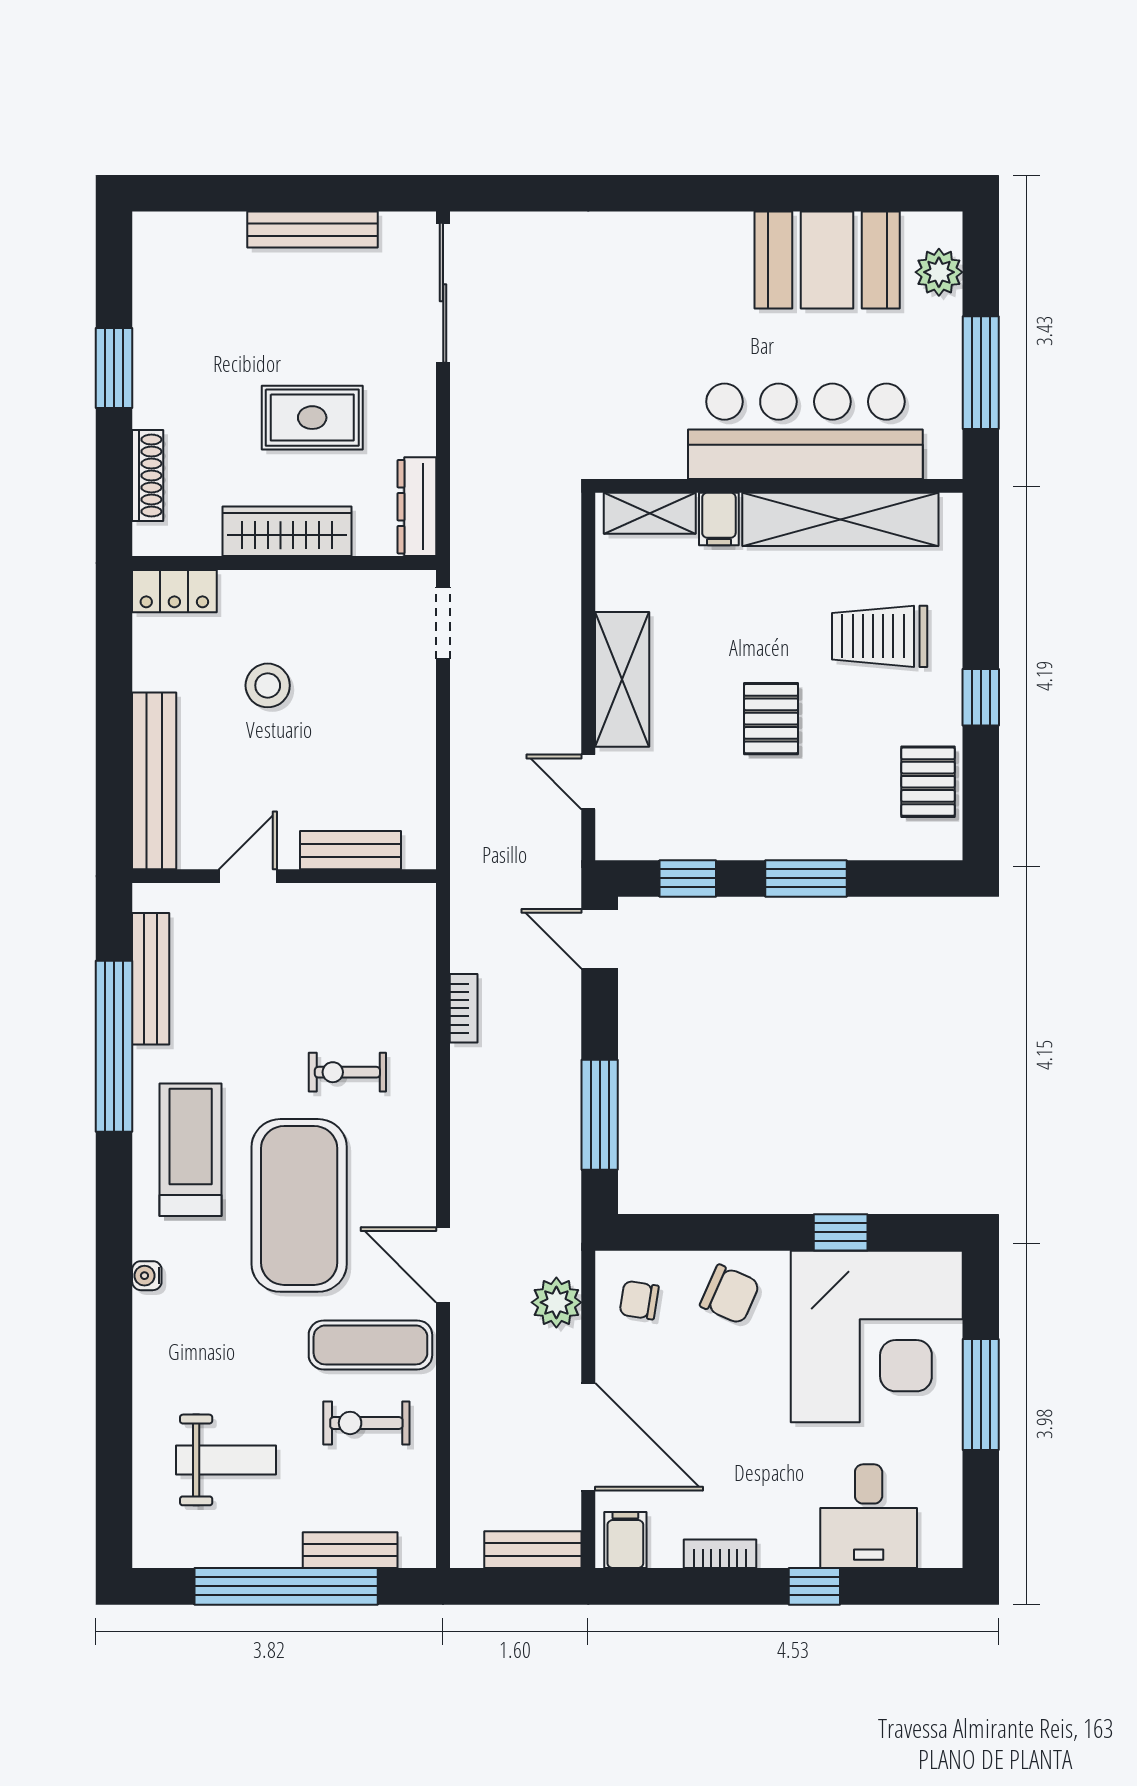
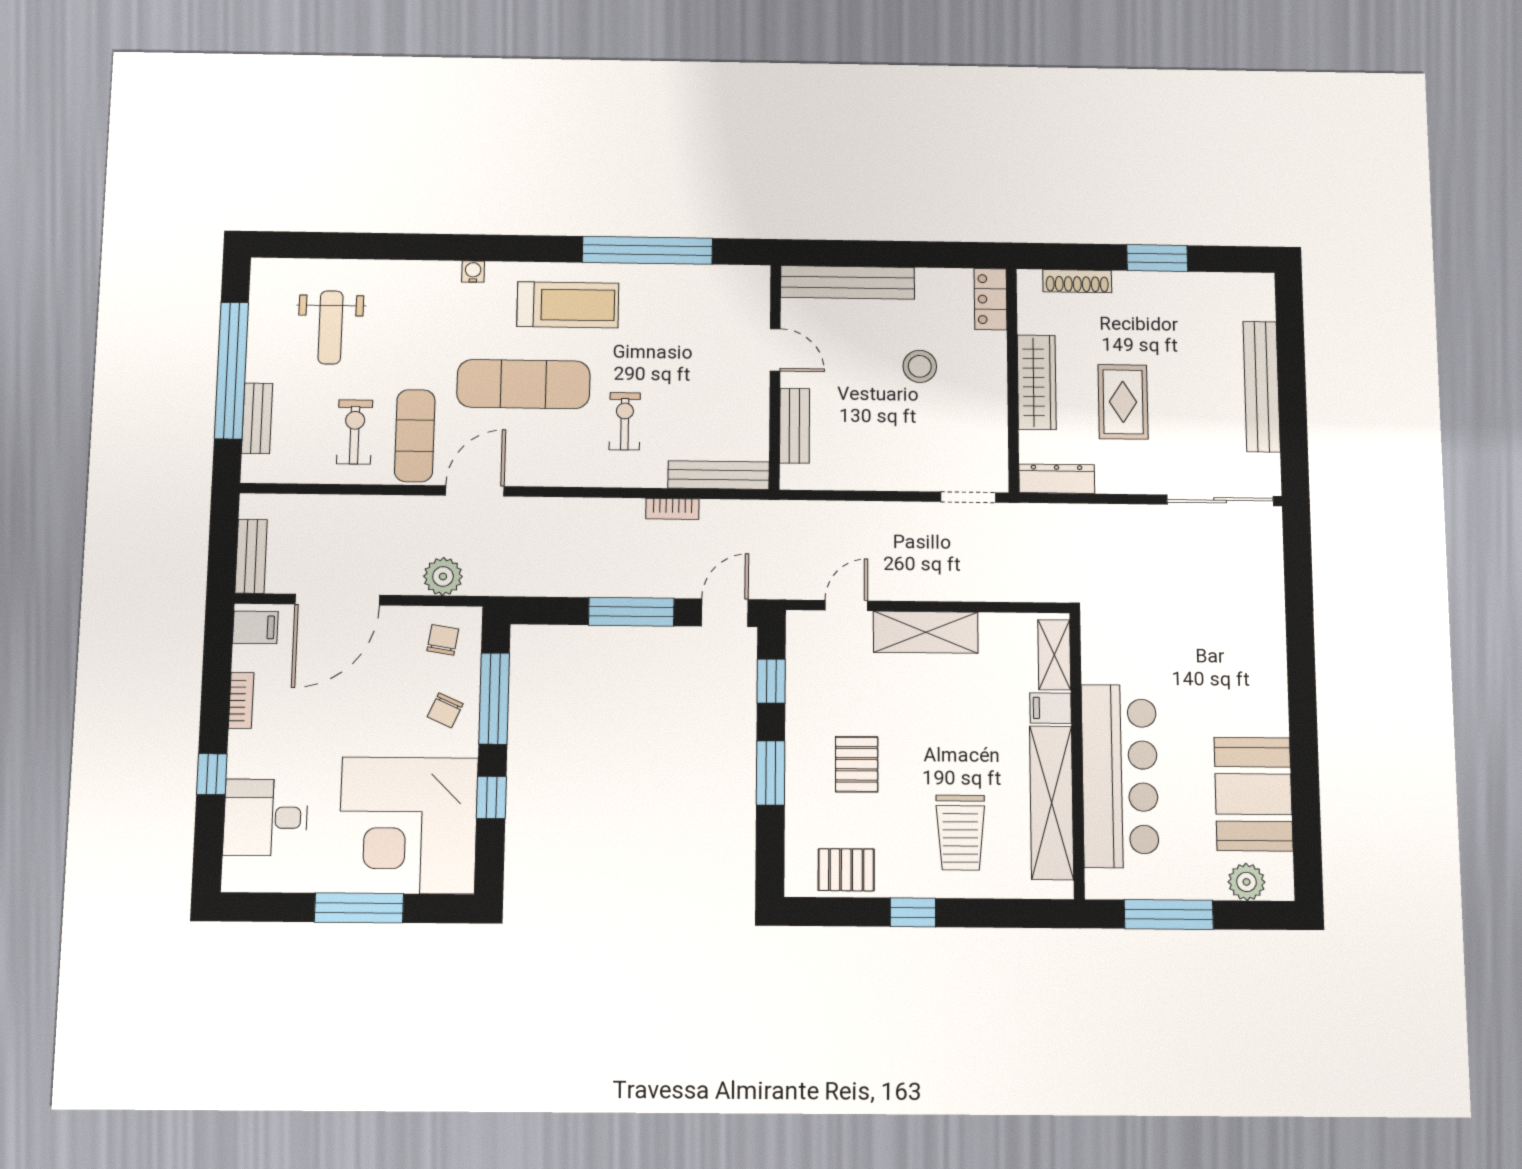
bench: (312, 230) -> (1262, 386), width x1.37, depth x1.21
trolley: (880, 636) -> (960, 833), turned 180
pallet: (771, 719) -> (857, 764), moved, turned 90
bench: (151, 979) -> (719, 475), moved
window: (600, 1115) -> (631, 612), moved
exercise mat: (299, 1205) -> (523, 384), width x0.68
window: (714, 1232) -> (494, 699), added
chair: (730, 1294) -> (445, 710), width x0.73, depth x0.73

